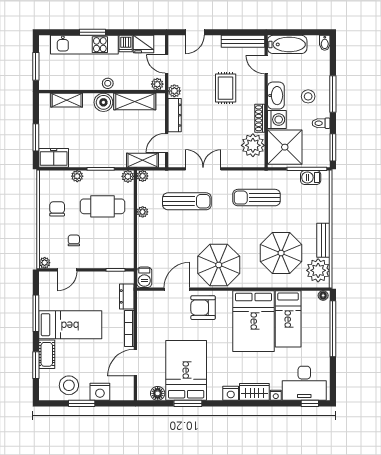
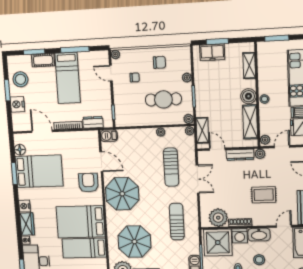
freezer: (54, 158) -> (212, 52), moved, turned 90
cafe table: (102, 206) -> (163, 99), turned 90

